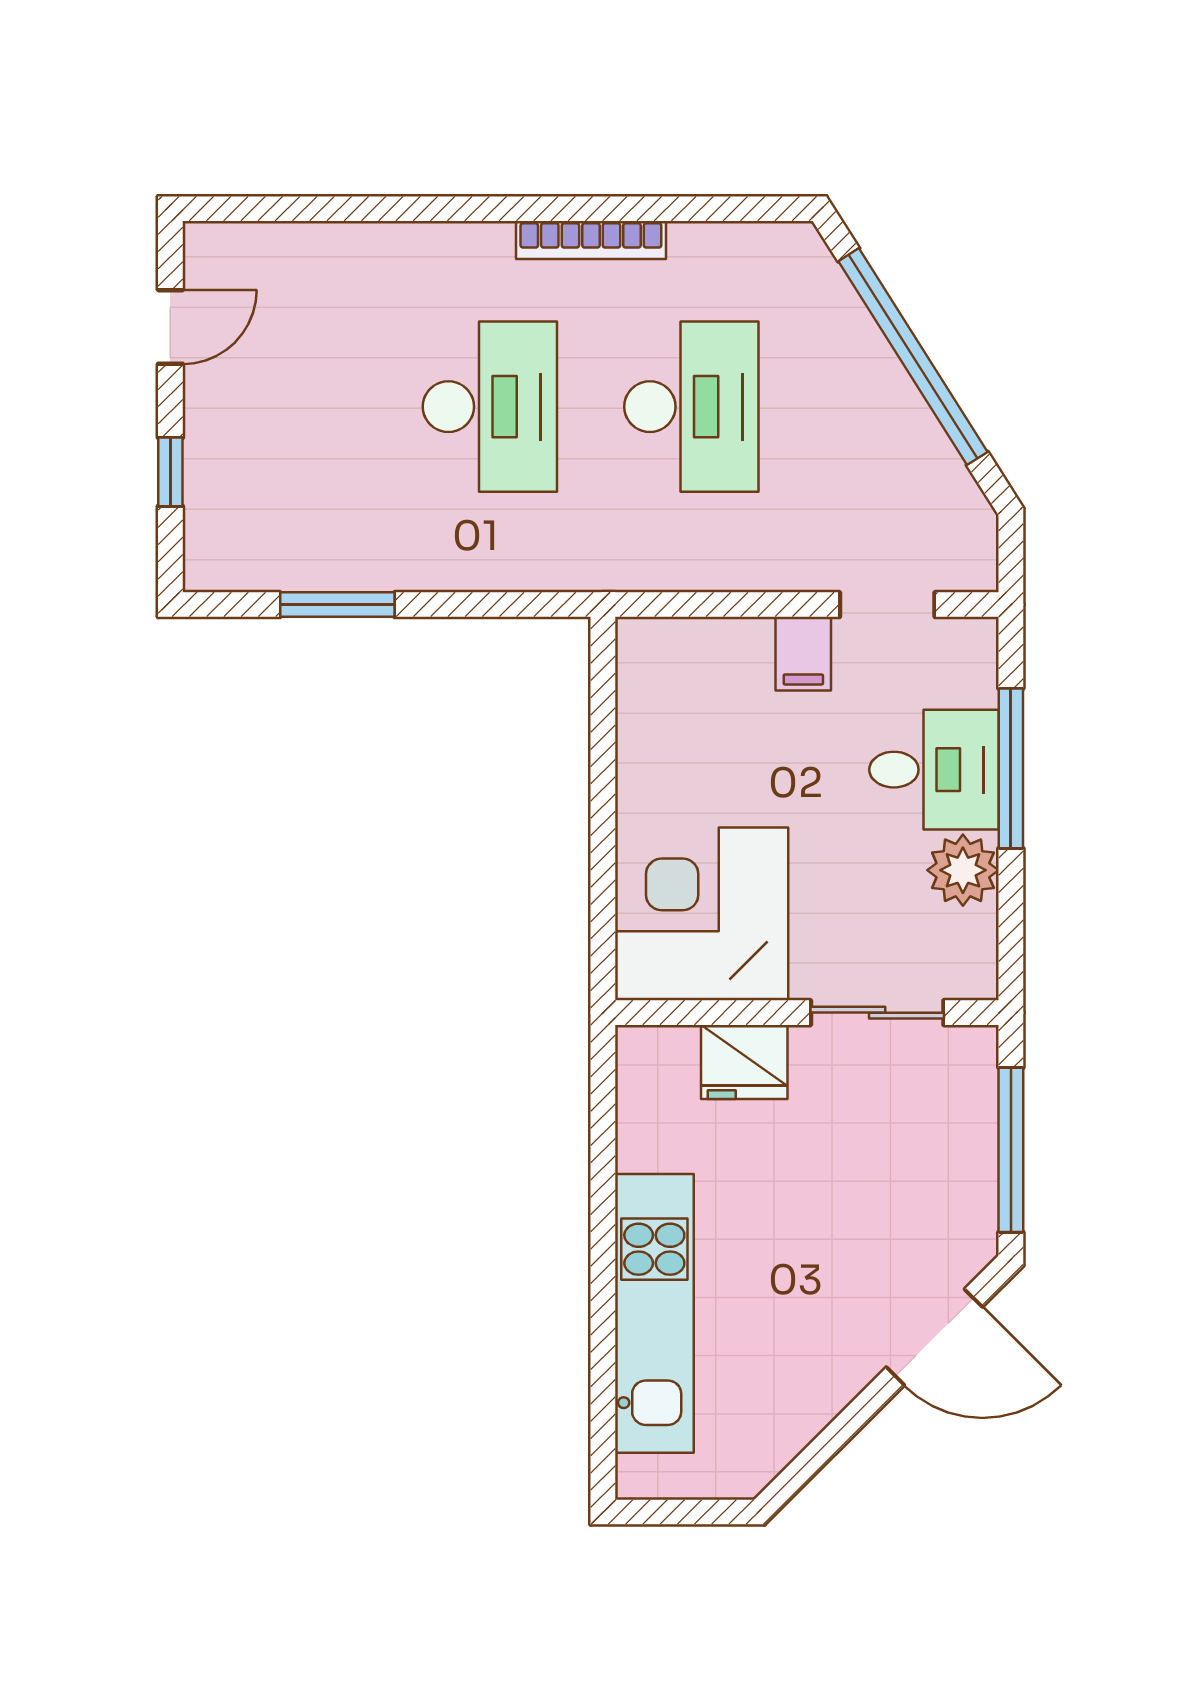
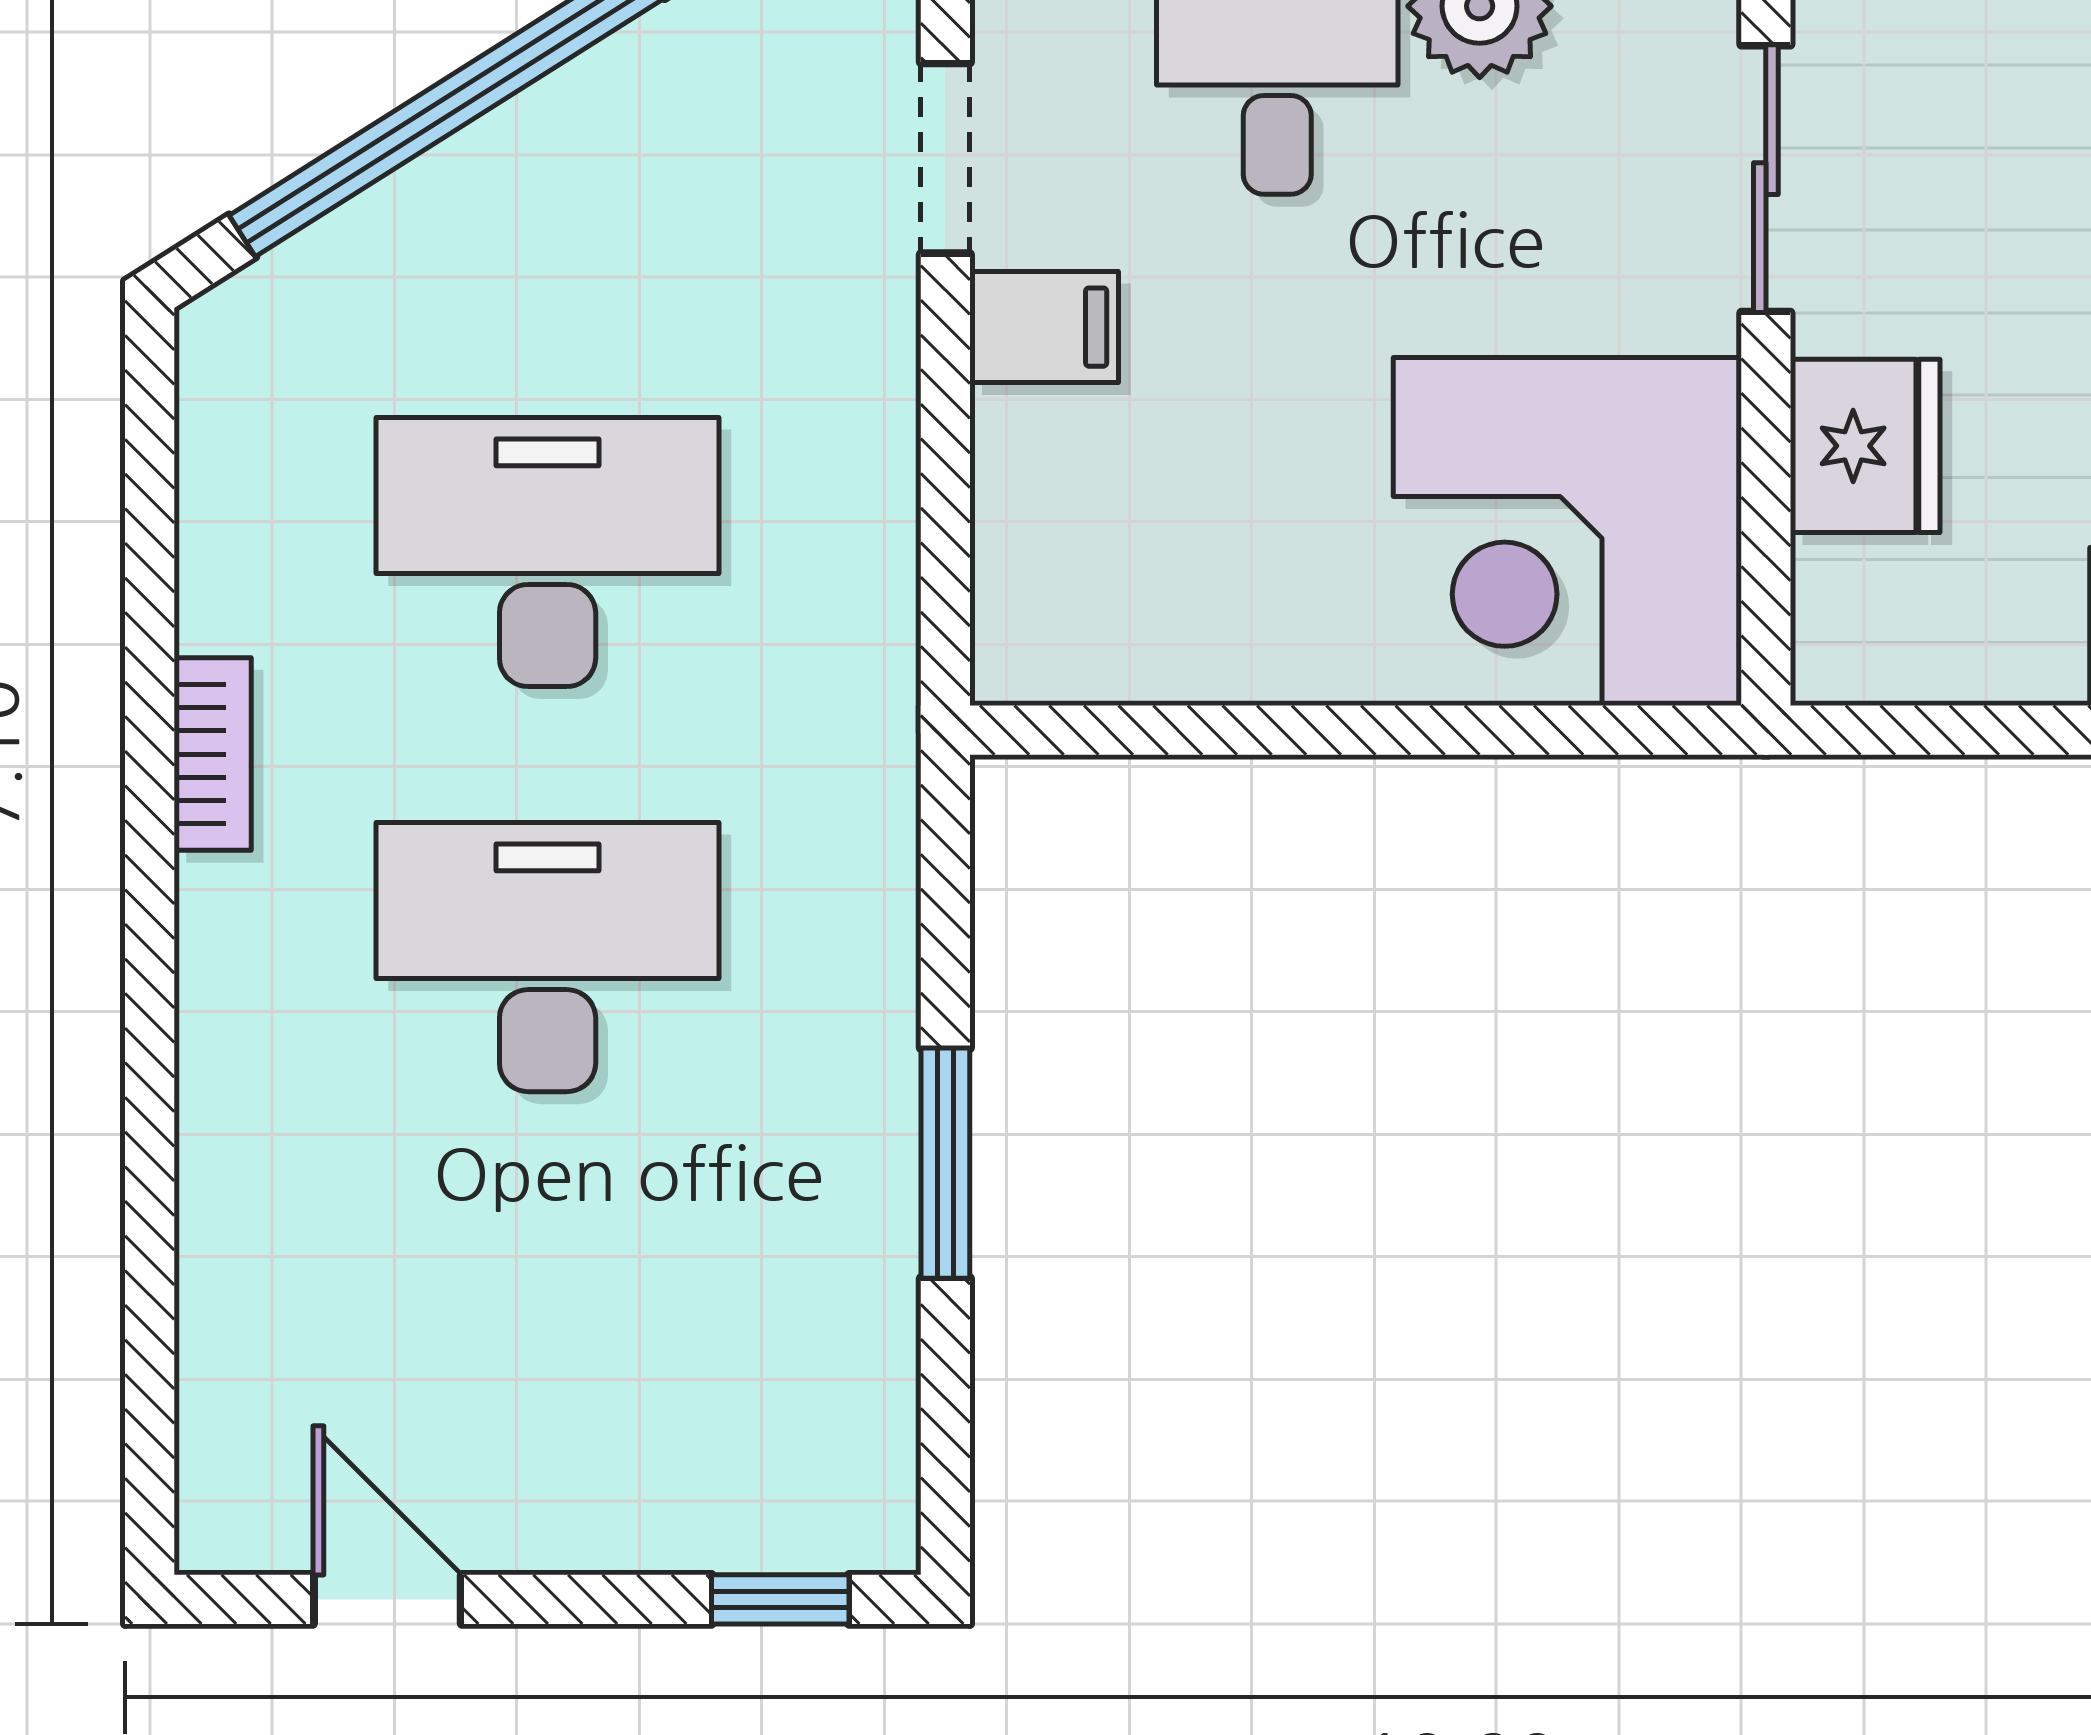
bookcase: (591, 240) -> (213, 754), width x0.64
window: (170, 472) -> (780, 1599), moved
window: (337, 605) -> (945, 1163), moved

